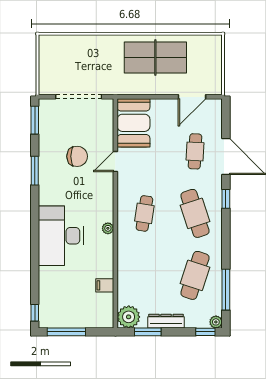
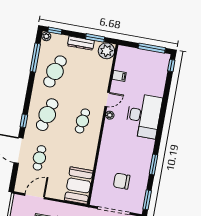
chair: (77, 156) -> (122, 181), moved
door: (115, 162) -> (107, 99), moved
cafe table: (195, 213) -> (47, 115), turned 33

